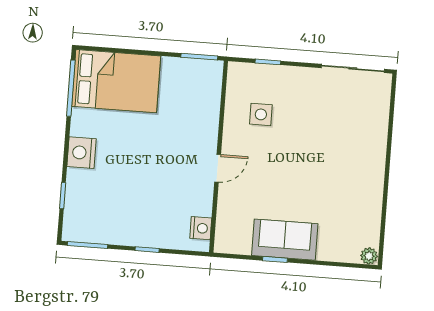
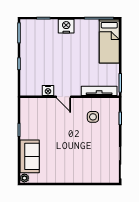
bed: (116, 81) -> (109, 41), width x0.67
tv unit: (212, 99) -> (99, 91), added
nightstand: (201, 228) -> (48, 90), moved
sofa: (285, 240) -> (30, 156), moved

